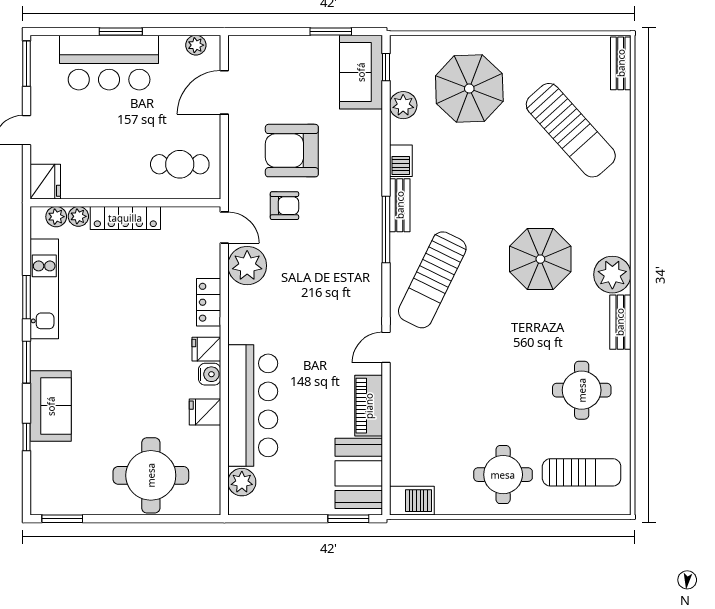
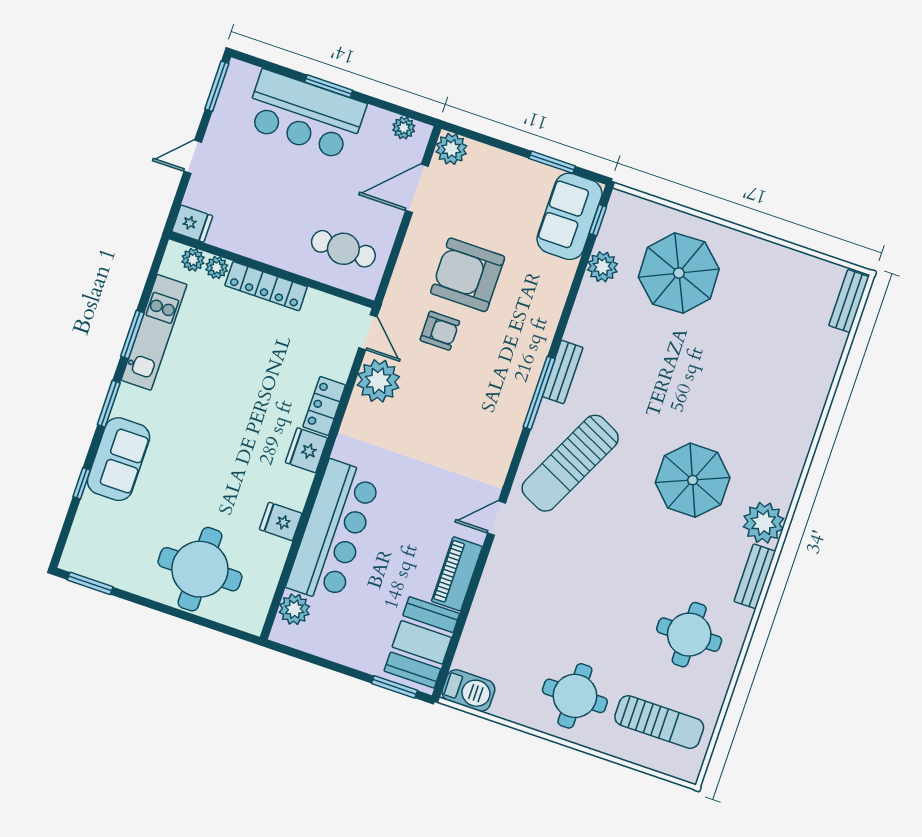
plant: (242, 49) -> (451, 149), added
sun lounger: (571, 130) -> (772, 354), removed
barbecue: (401, 161) -> (580, 325), removed
fridge: (45, 182) -> (192, 224), width x0.72
fridge: (206, 349) -> (306, 450), width x1.38
water cooler: (210, 374) -> (299, 483), removed

